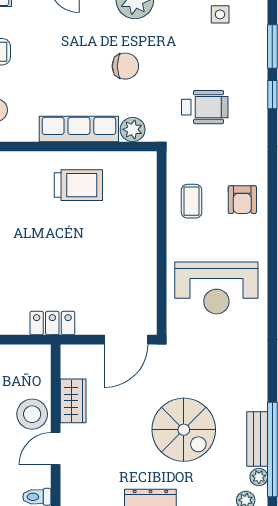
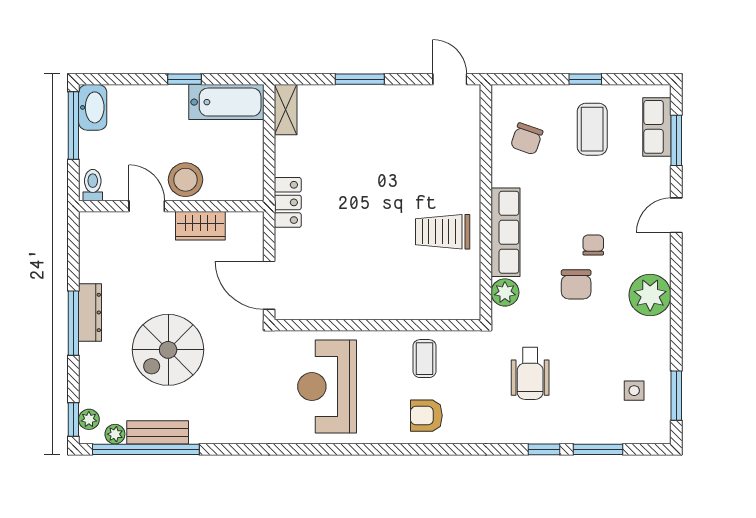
chair: (90, 51) -> (593, 245), added
trolley: (78, 185) -> (443, 232), turned 90
coffee table: (192, 201) -> (424, 359), turned 90

